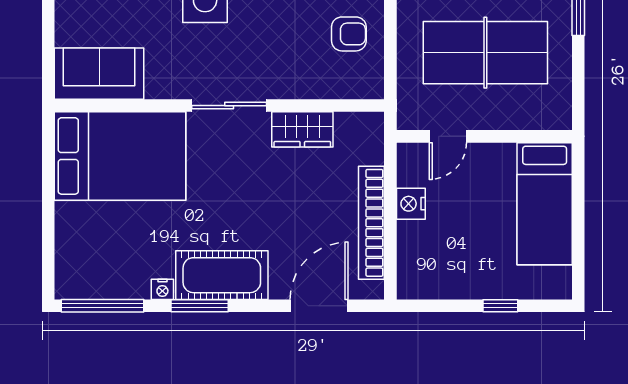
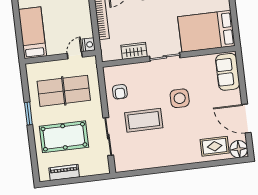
armchair: (349, 34) -> (120, 92), turned -90
sofa: (99, 74) -> (228, 72), moved, turned 90
nightstand: (411, 204) -> (89, 45), moved

